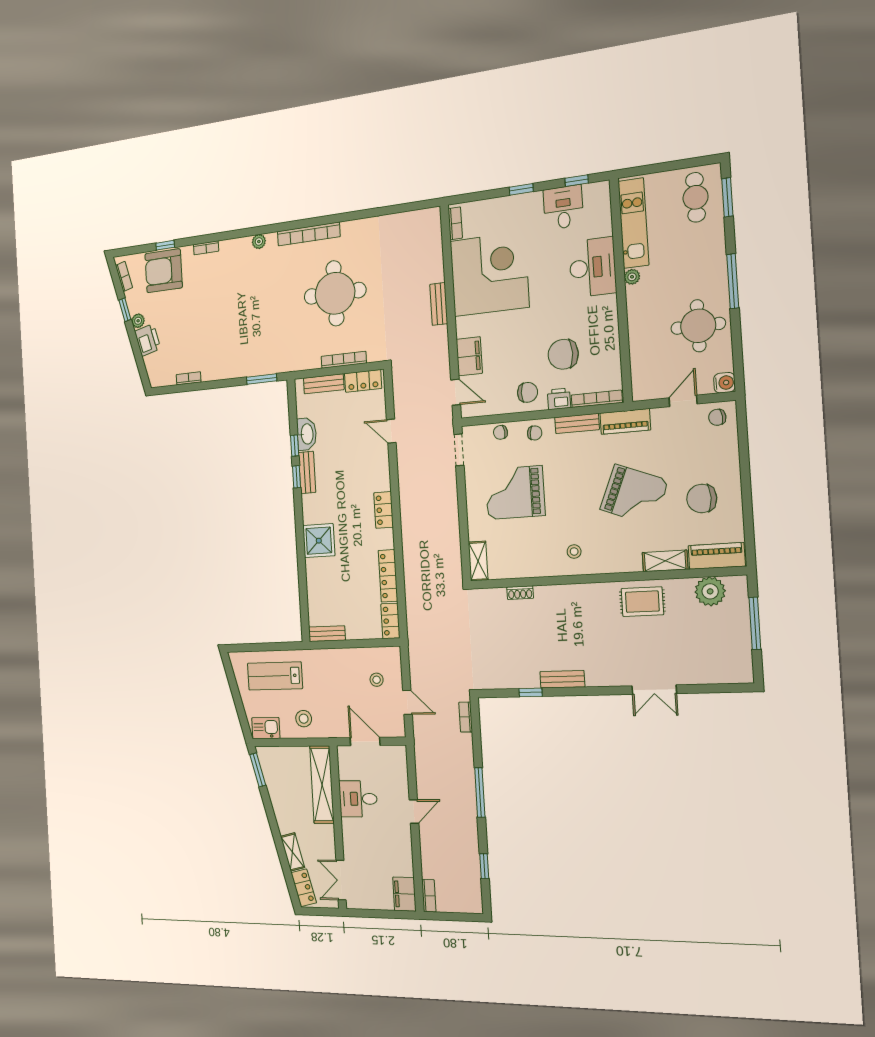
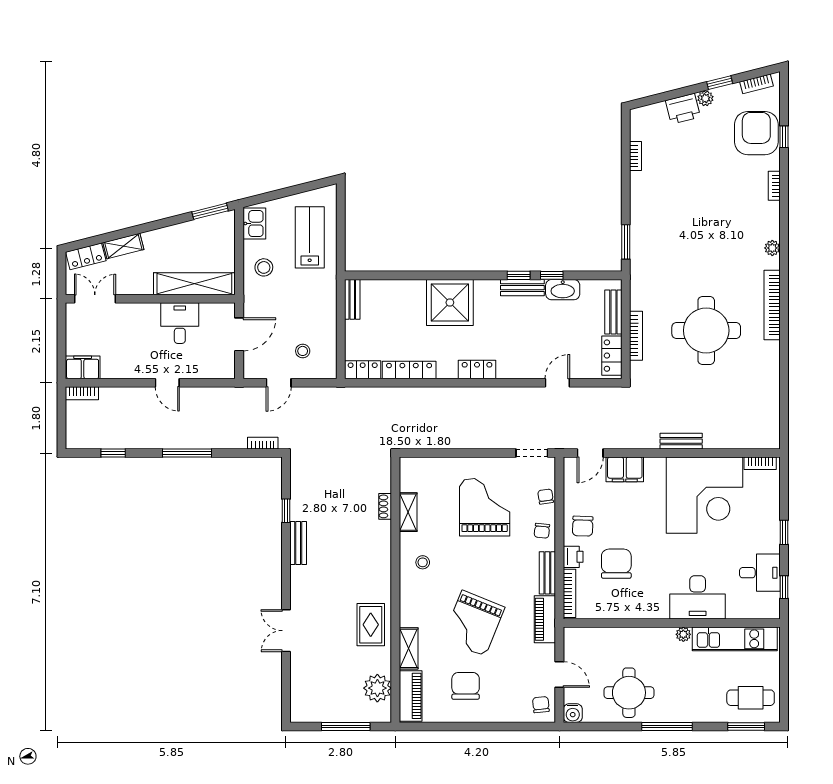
shower: (319, 541) -> (450, 302), width x1.37, depth x1.37
shelving: (478, 561) -> (408, 512), moved, turned 90

